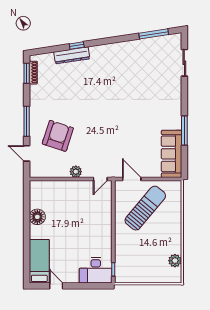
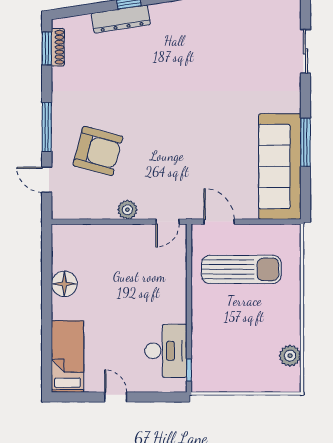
sliding door: (184, 63) -> (305, 51), moved
armchair: (58, 136) -> (98, 151), turned 87
sofa: (171, 154) -> (280, 166), width x1.36, depth x1.27
sun lounger: (145, 208) -> (241, 269), turned 50
desk: (96, 270) -> (166, 351), moved, turned -90
door: (56, 286) -> (116, 397), moved

